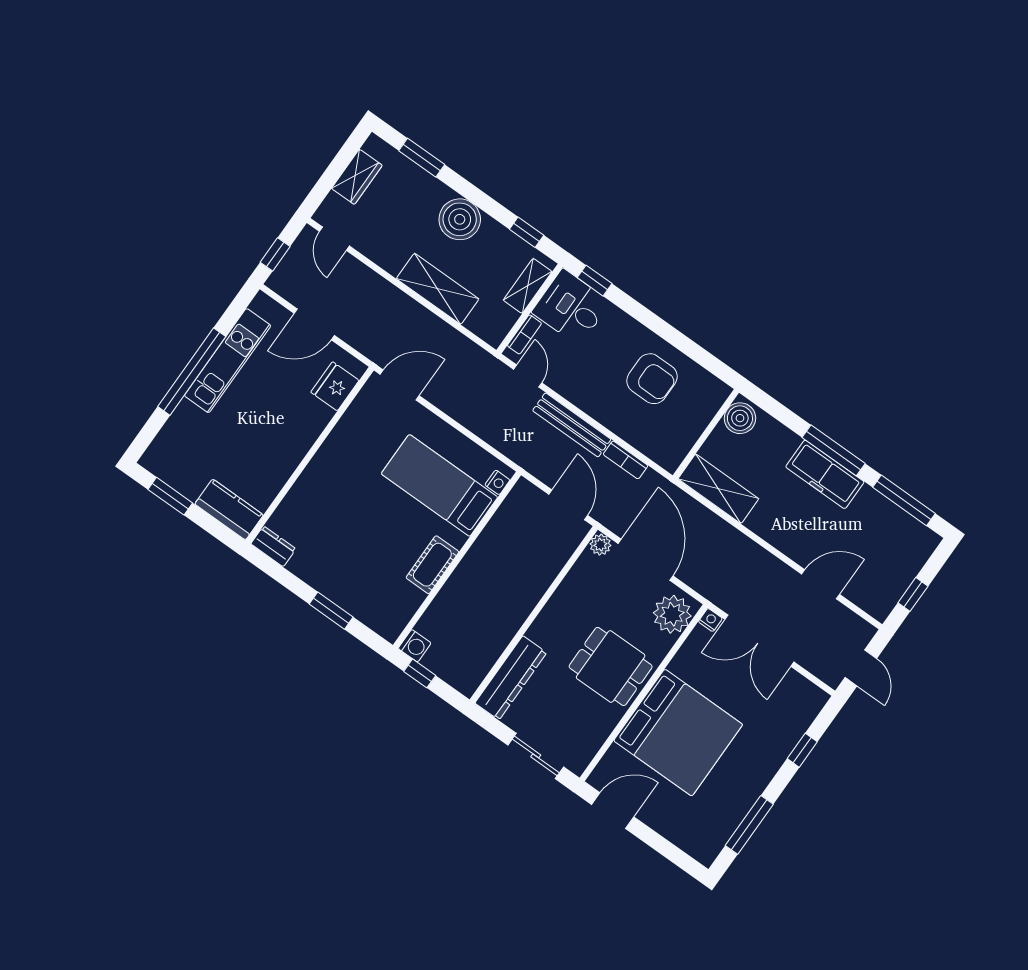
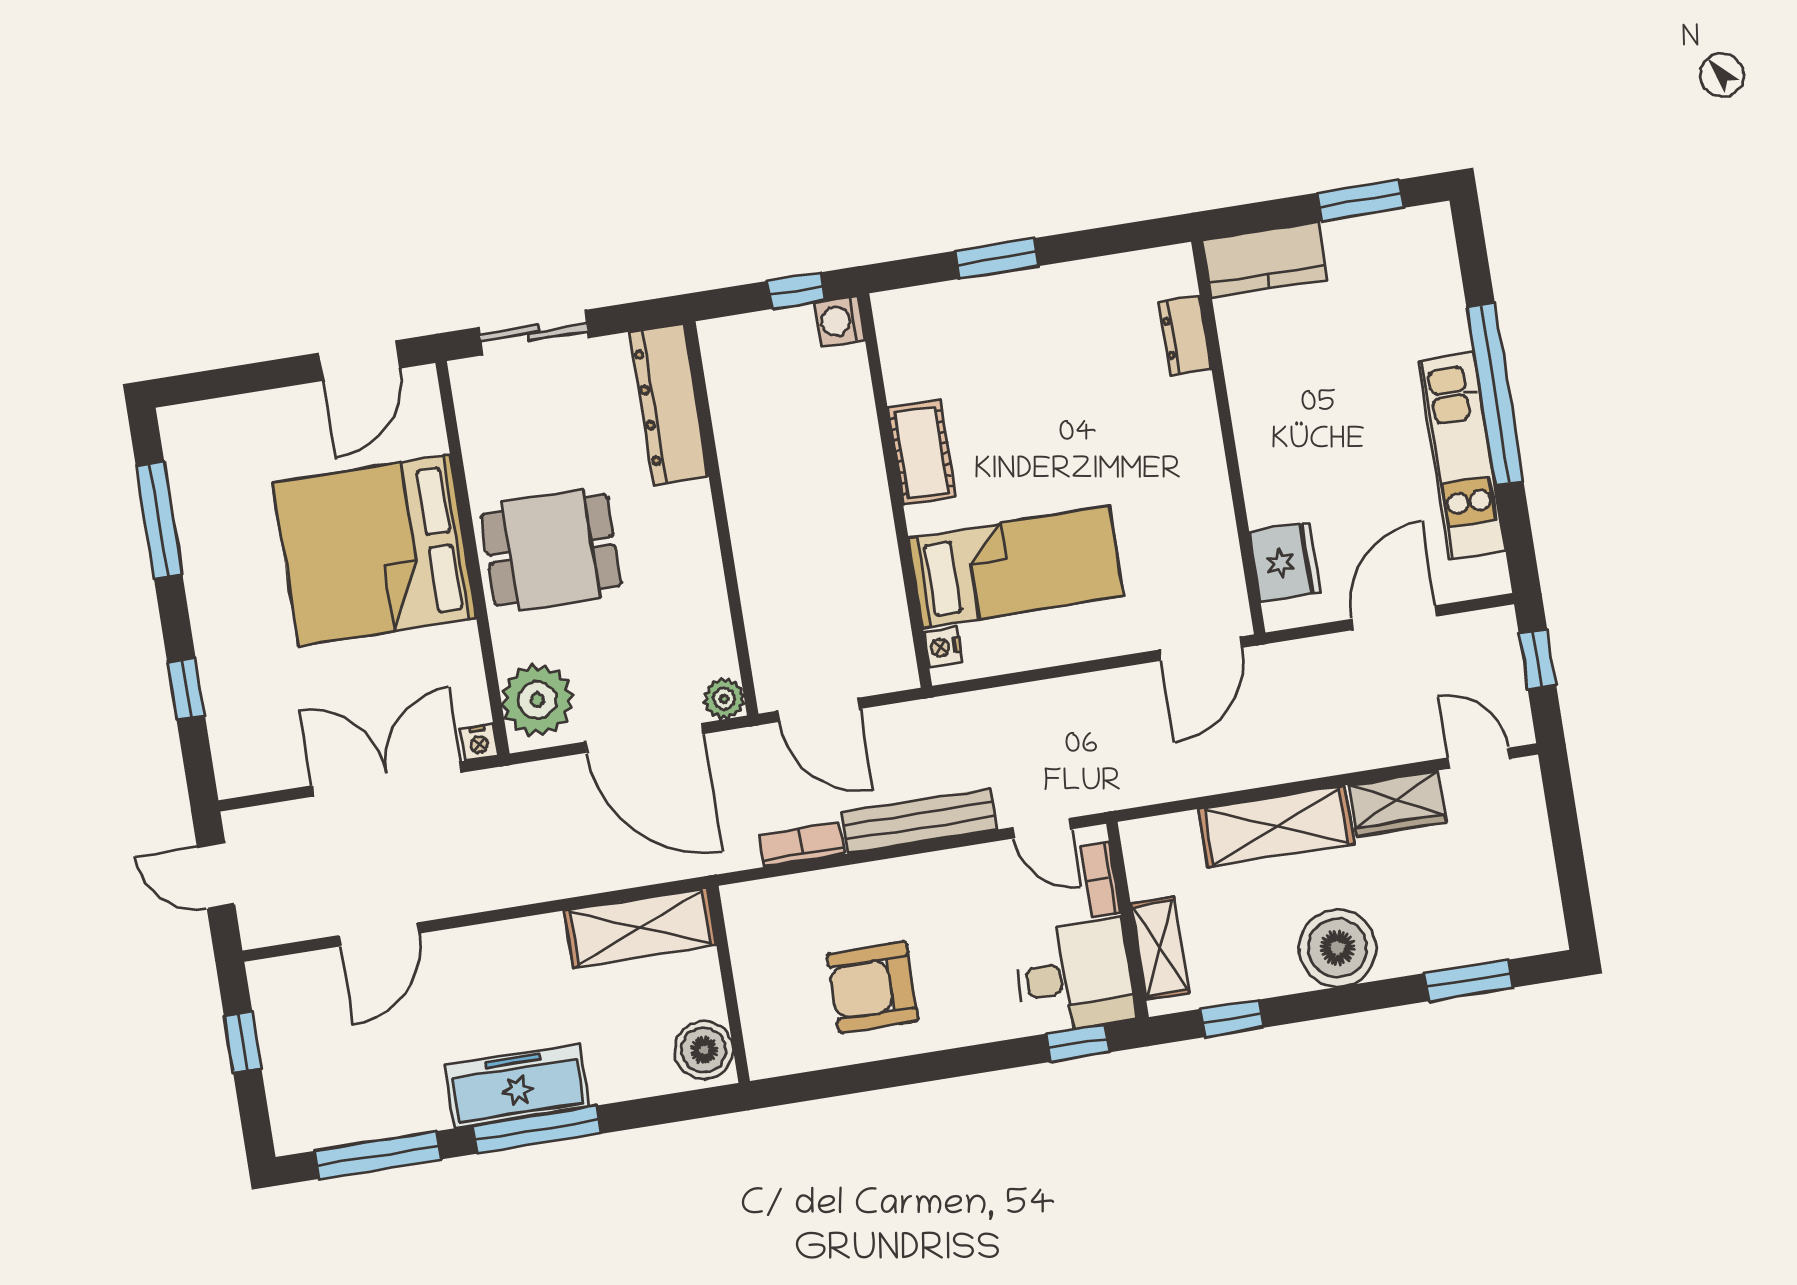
wardrobe: (357, 177) -> (1397, 804), moved, turned -90
dresser: (273, 546) -> (1185, 336), moved, turned 90

